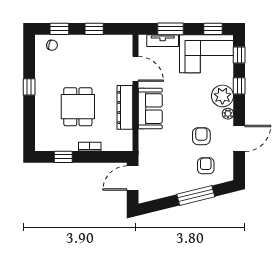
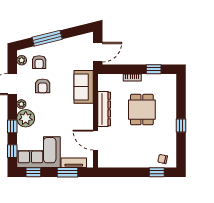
window: (94, 29) -> (129, 172), removed
sofa: (150, 109) -> (84, 87), moved
plant: (227, 168) -> (22, 60), added

